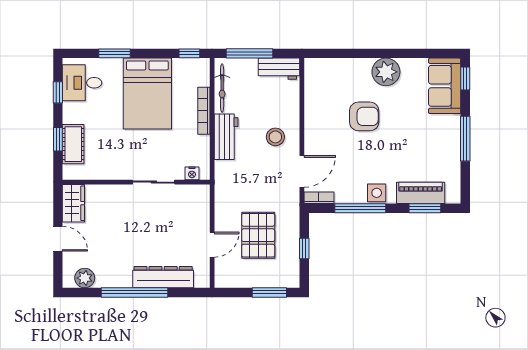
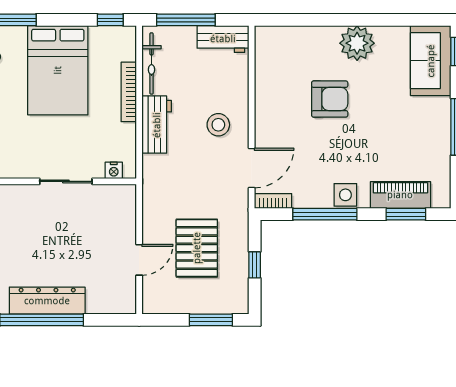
dresser: (163, 277) -> (47, 301), moved

